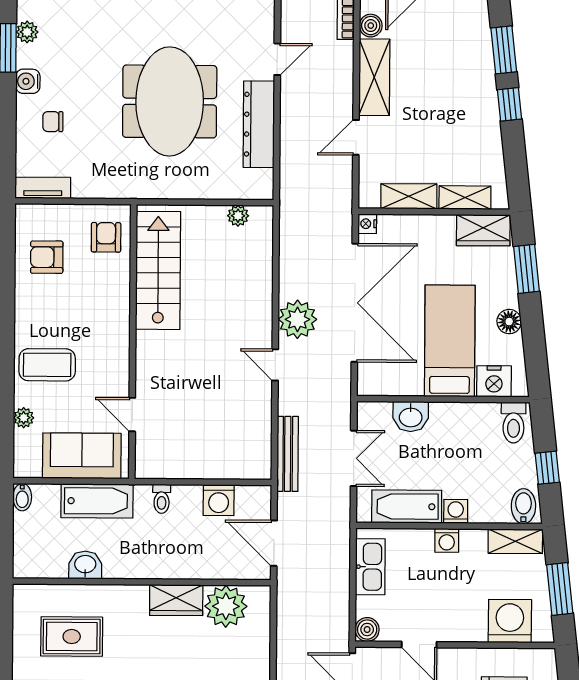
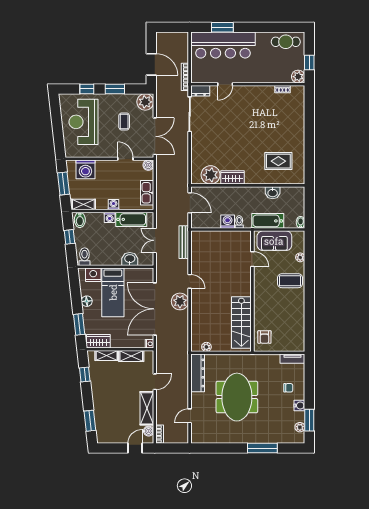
window: (509, 104) -> (85, 375), moved
dresser: (259, 124) -> (198, 373), moved
armchair: (47, 257) -> (291, 328), removed
washing machine: (219, 500) -> (228, 222), moved

